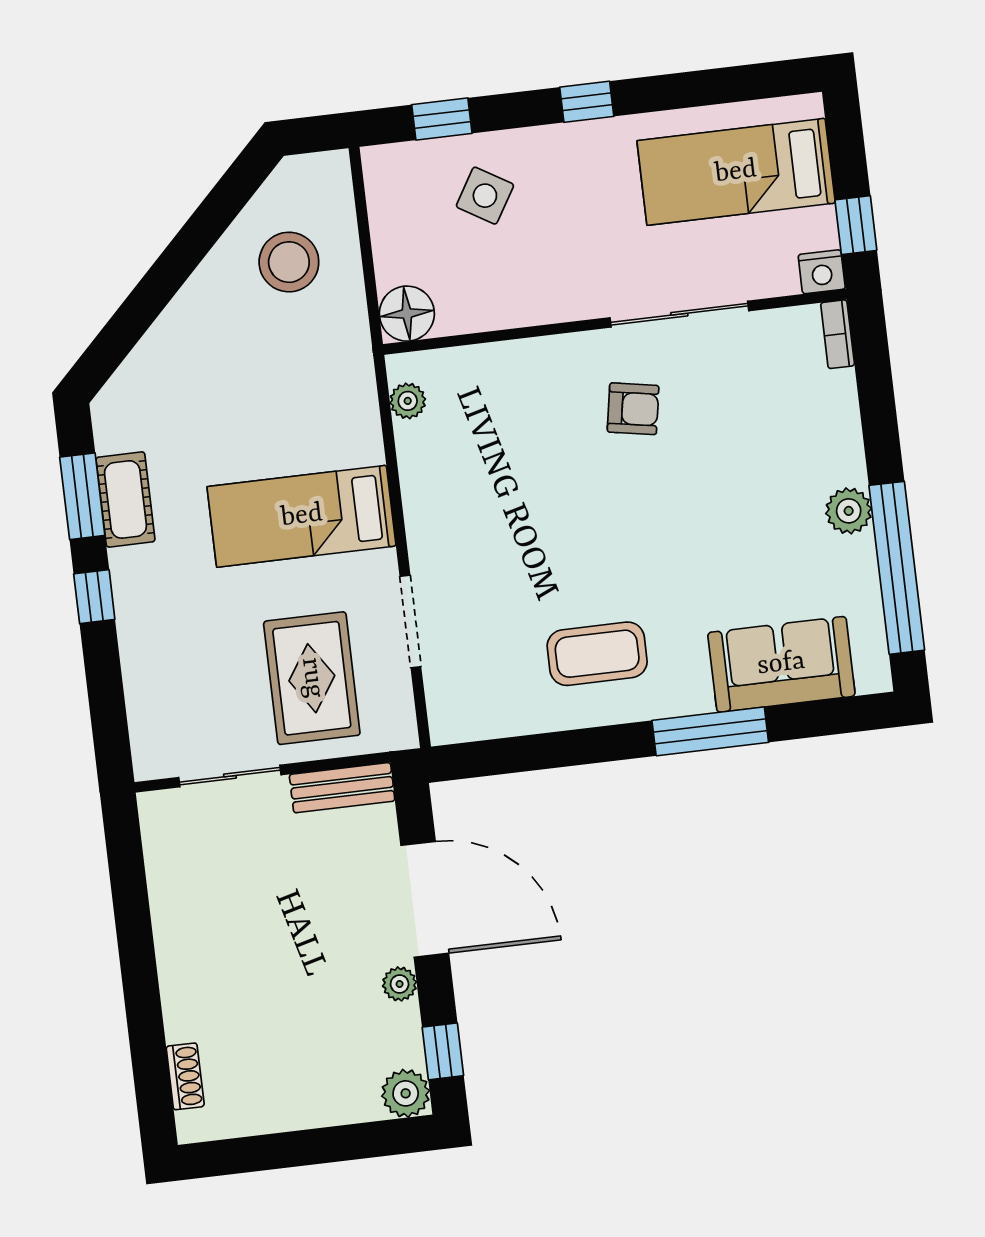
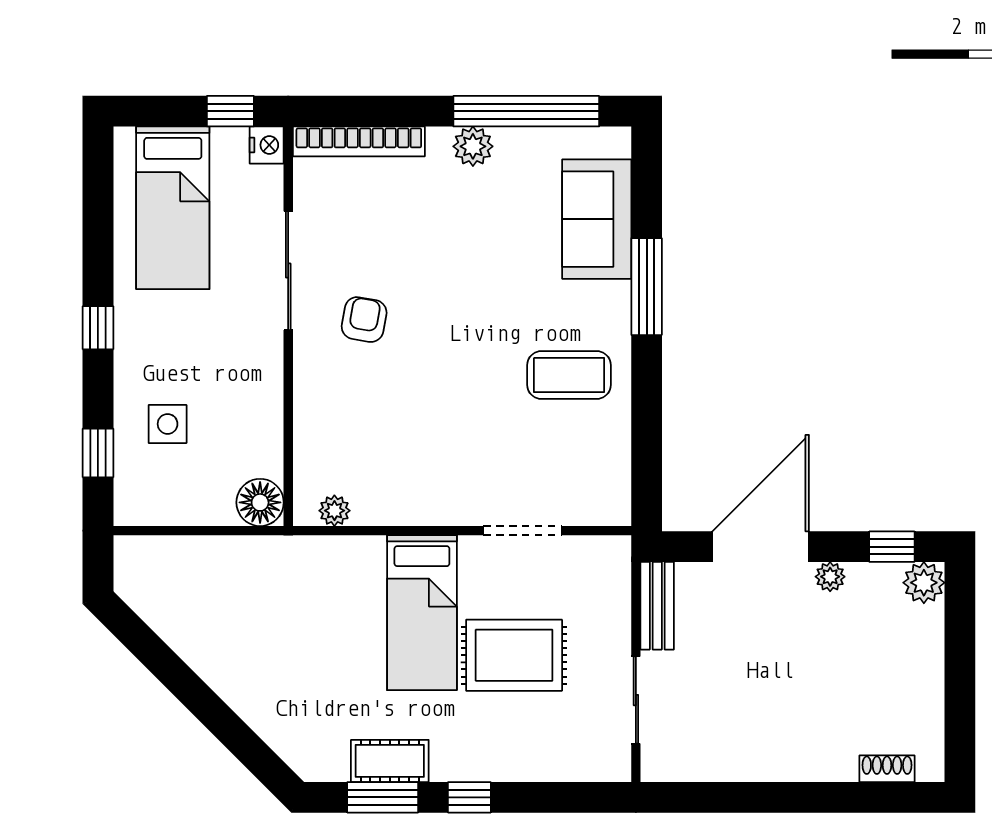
side table: (485, 196) -> (168, 424), turned -31
stool: (289, 262) -> (204, 598), removed
bookcase: (838, 334) -> (359, 141), width x2.31, depth x1.31
coffee table: (597, 654) -> (569, 375), turned 90
rug: (312, 678) -> (514, 655), moved

